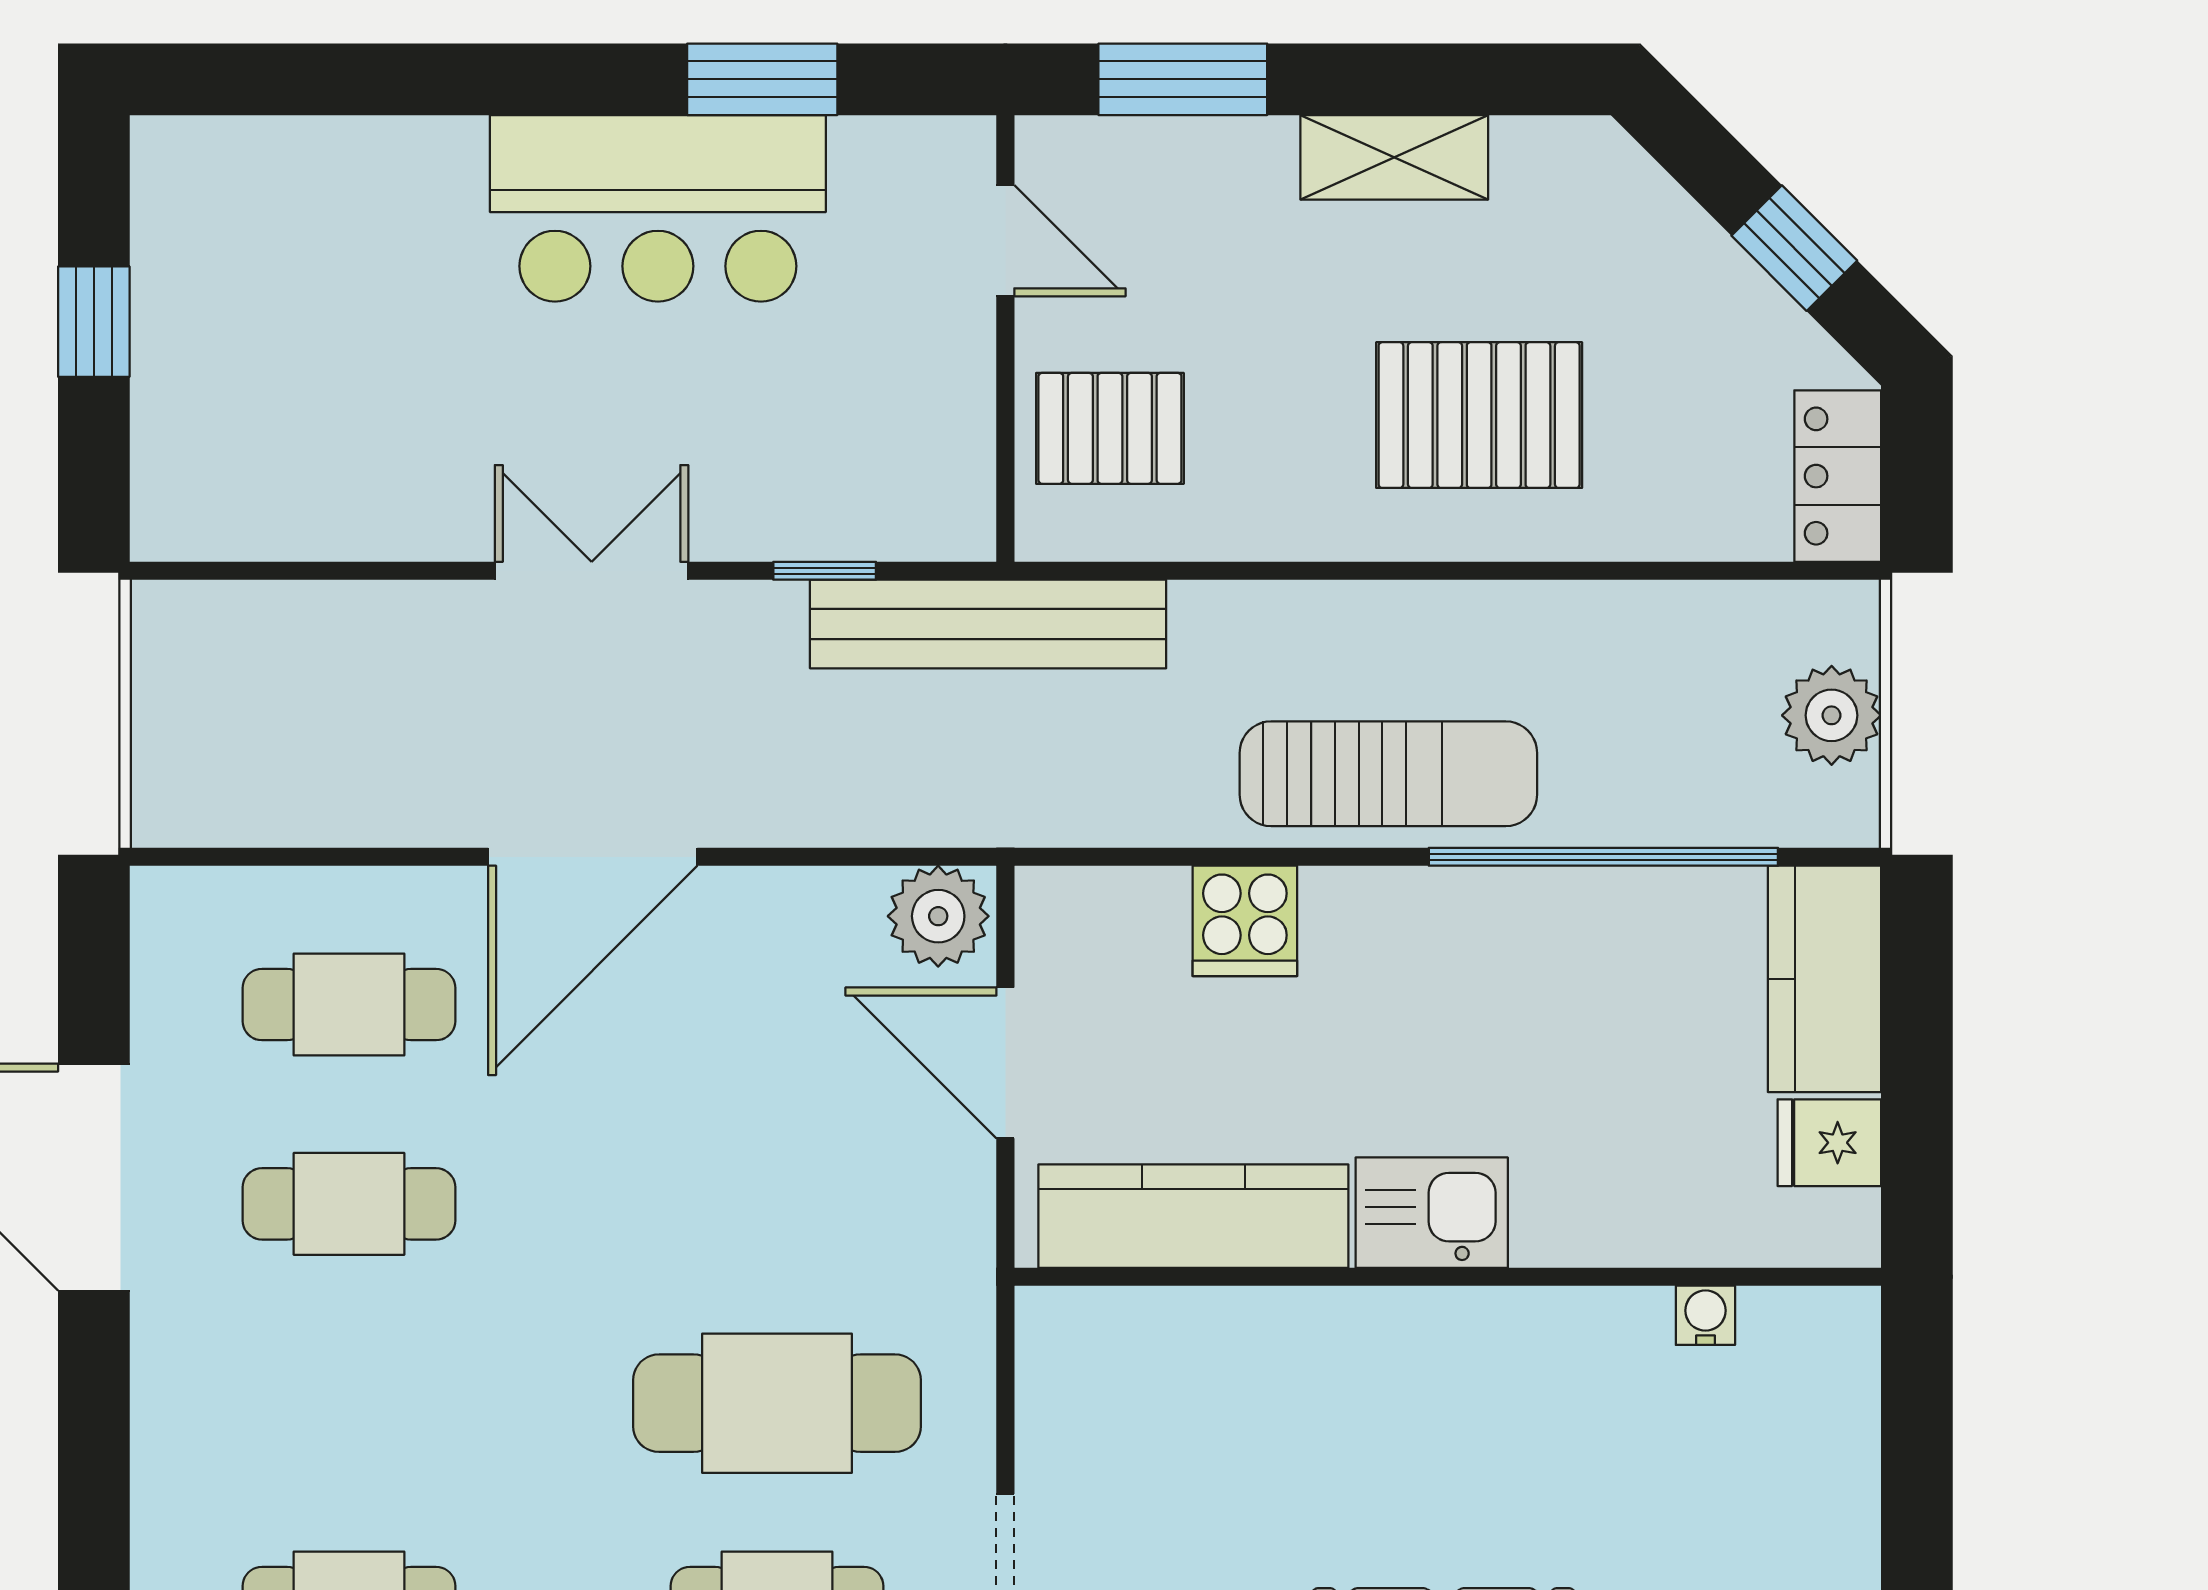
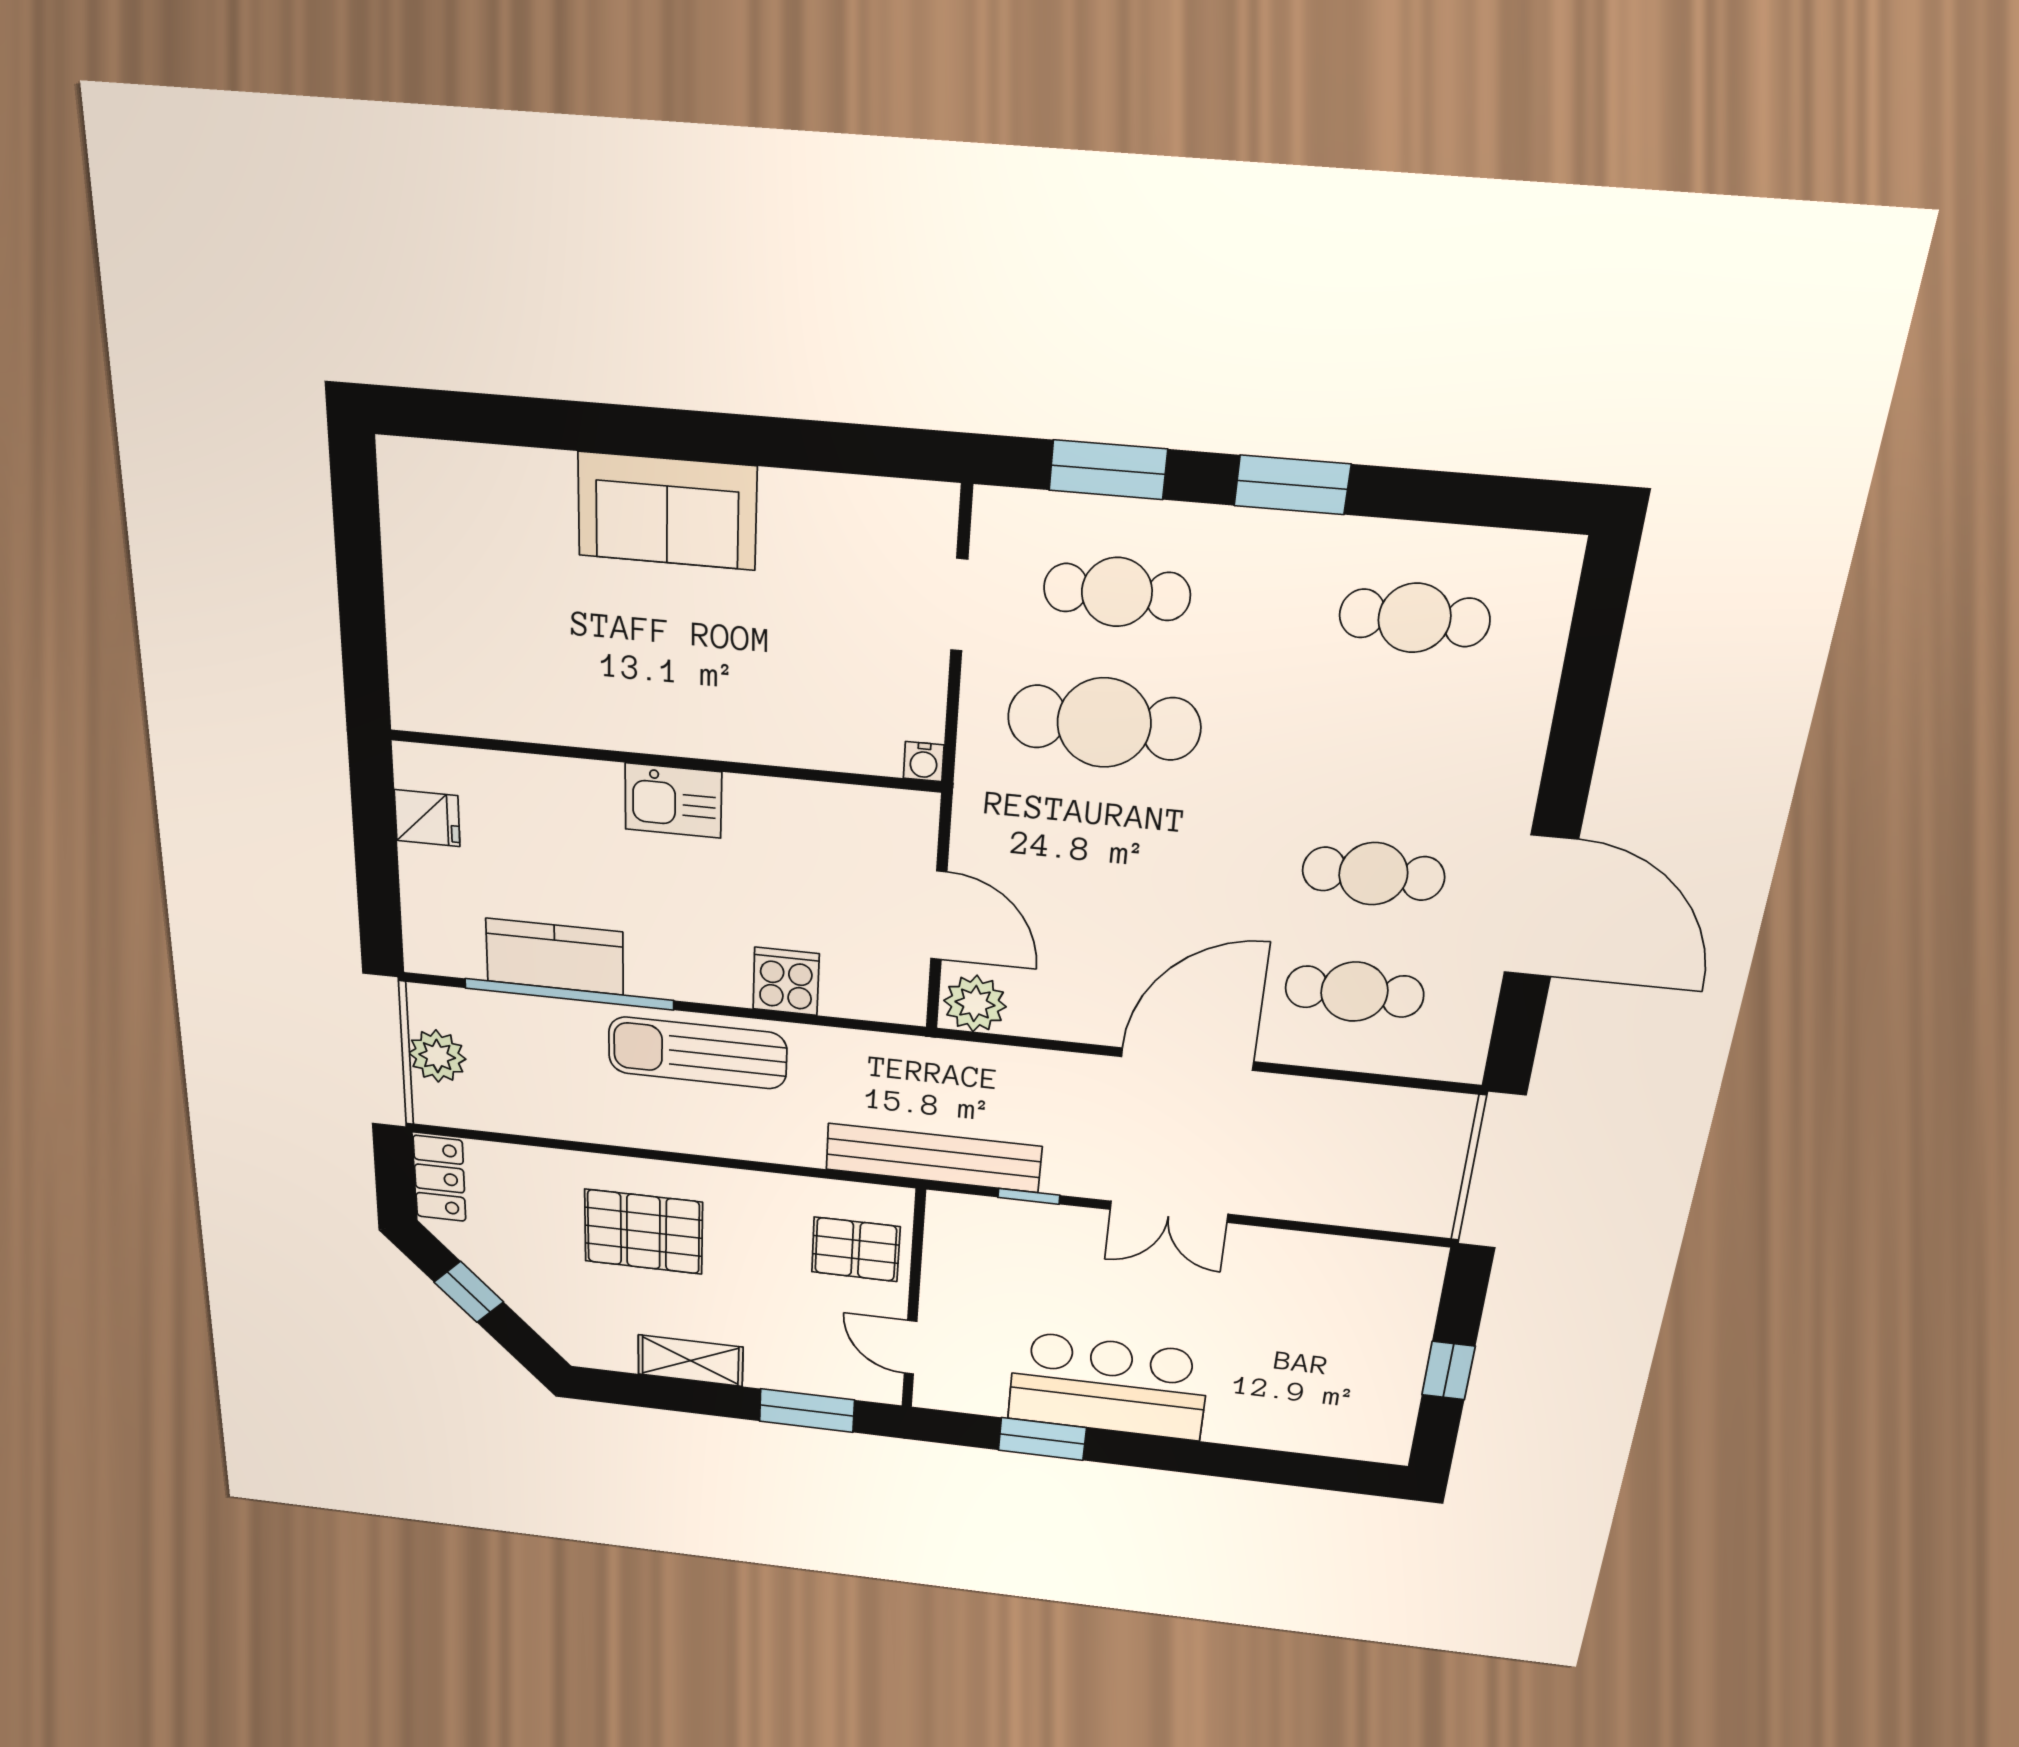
kitchen counter: (1824, 979) -> (555, 957), moved, turned -90
kitchen counter: (1193, 1216) -> (824, 813), removed
water cooler: (1705, 1315) -> (924, 762), moved

